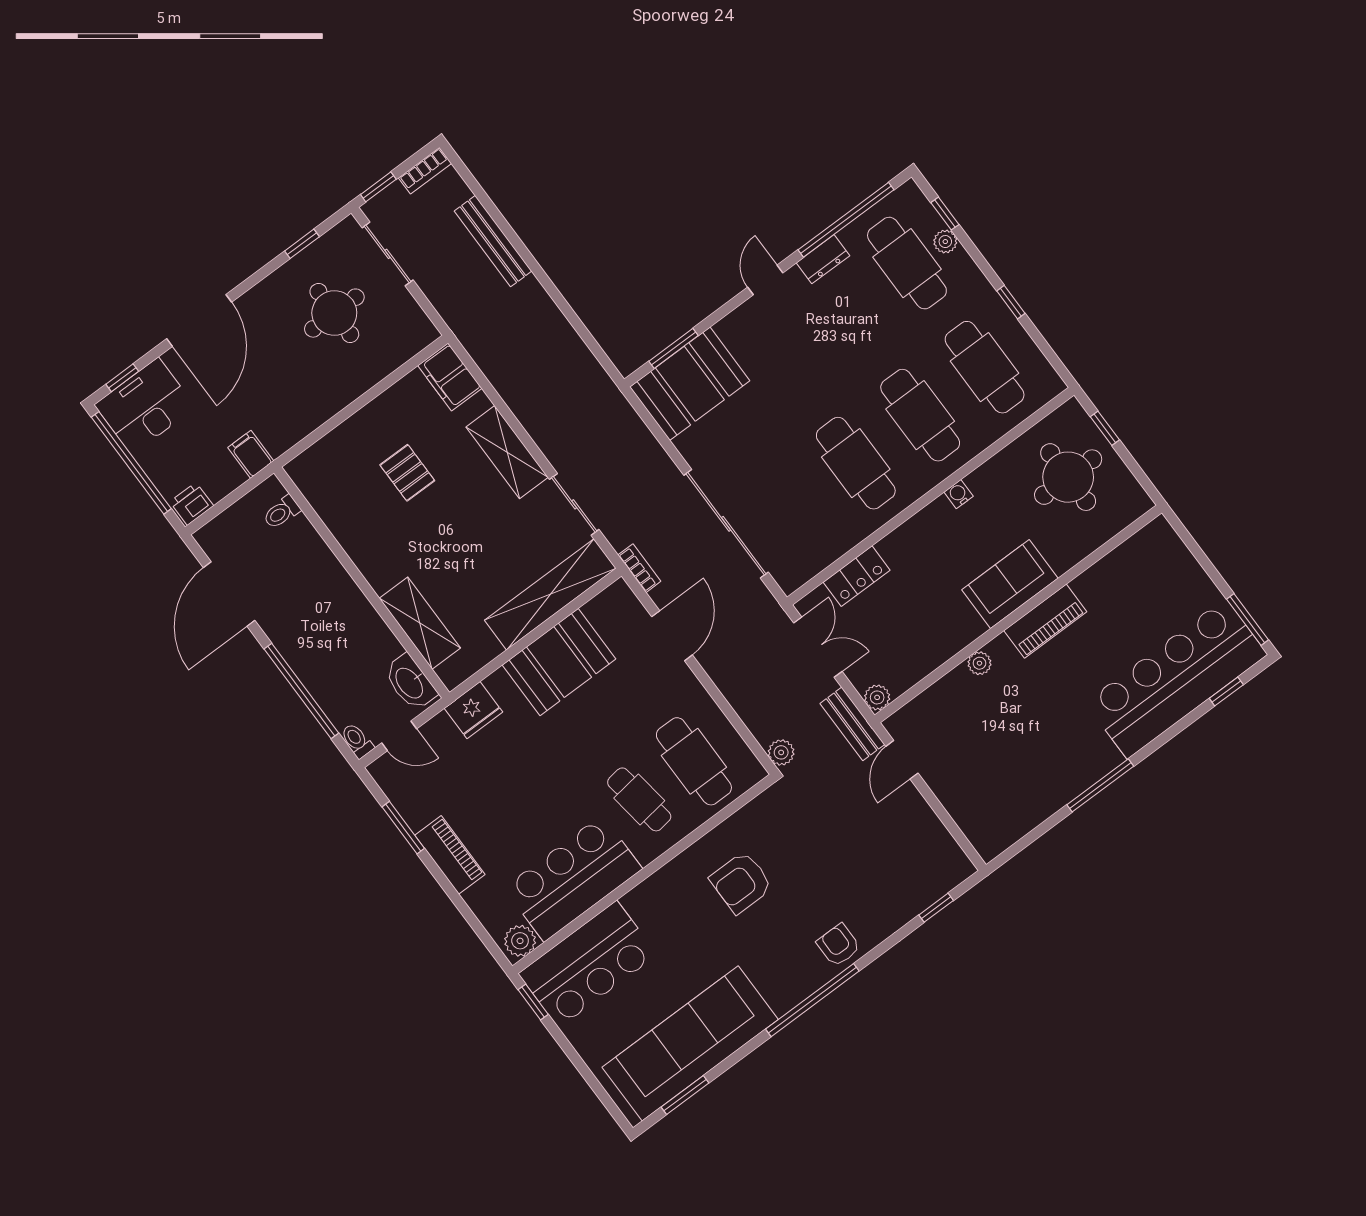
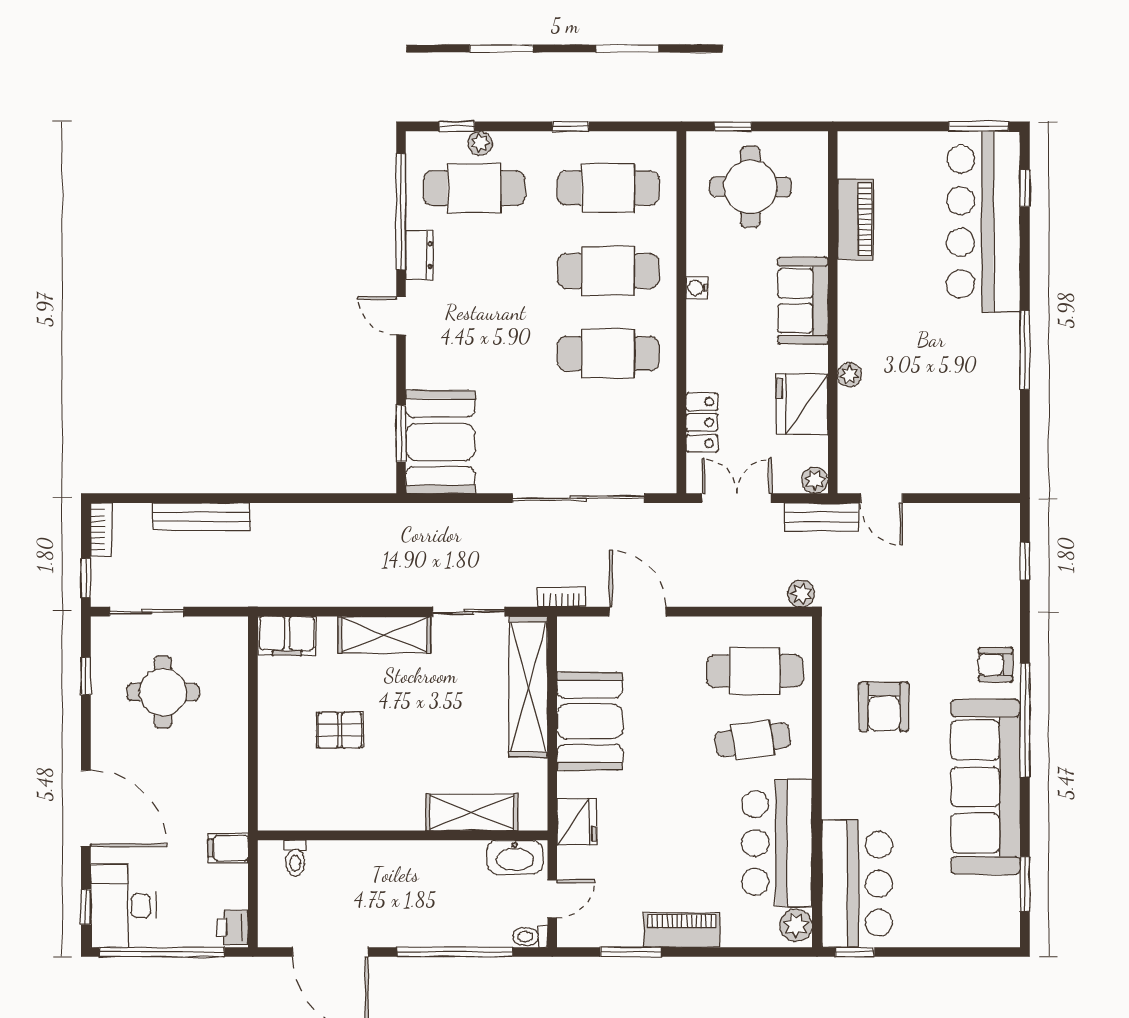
piano: (1045, 621) -> (855, 219), moved
fridge: (929, 643) -> (802, 404), added
sofa: (690, 1043) -> (986, 787), moved

